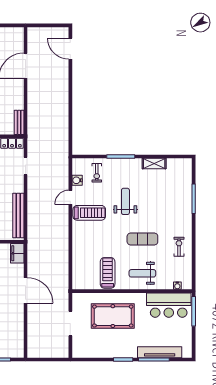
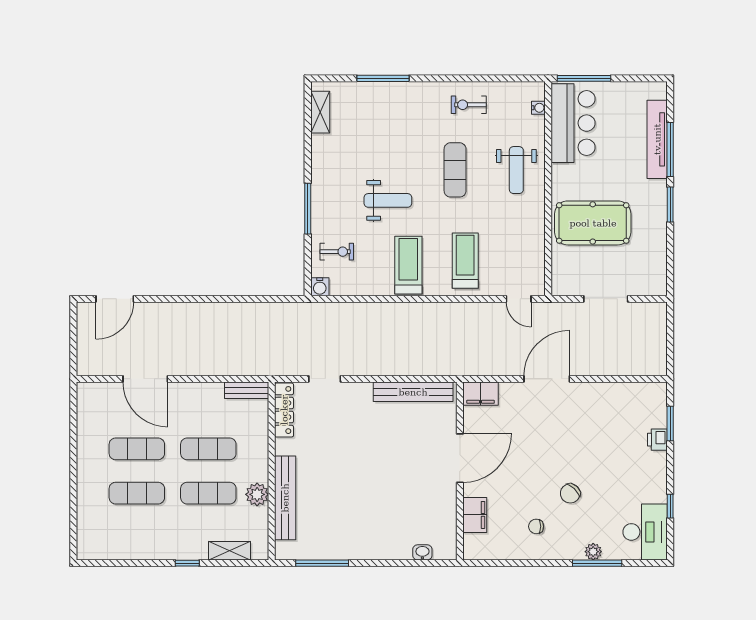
shelving: (154, 164) -> (320, 112), moved
water cooler: (77, 180) -> (320, 287), moved
door: (70, 197) -> (519, 299), moved
weight bench: (125, 201) -> (388, 200), turned 180
treadmill: (108, 273) -> (465, 261), moved, turned 90
pool table: (113, 316) -> (593, 223), turned 90

